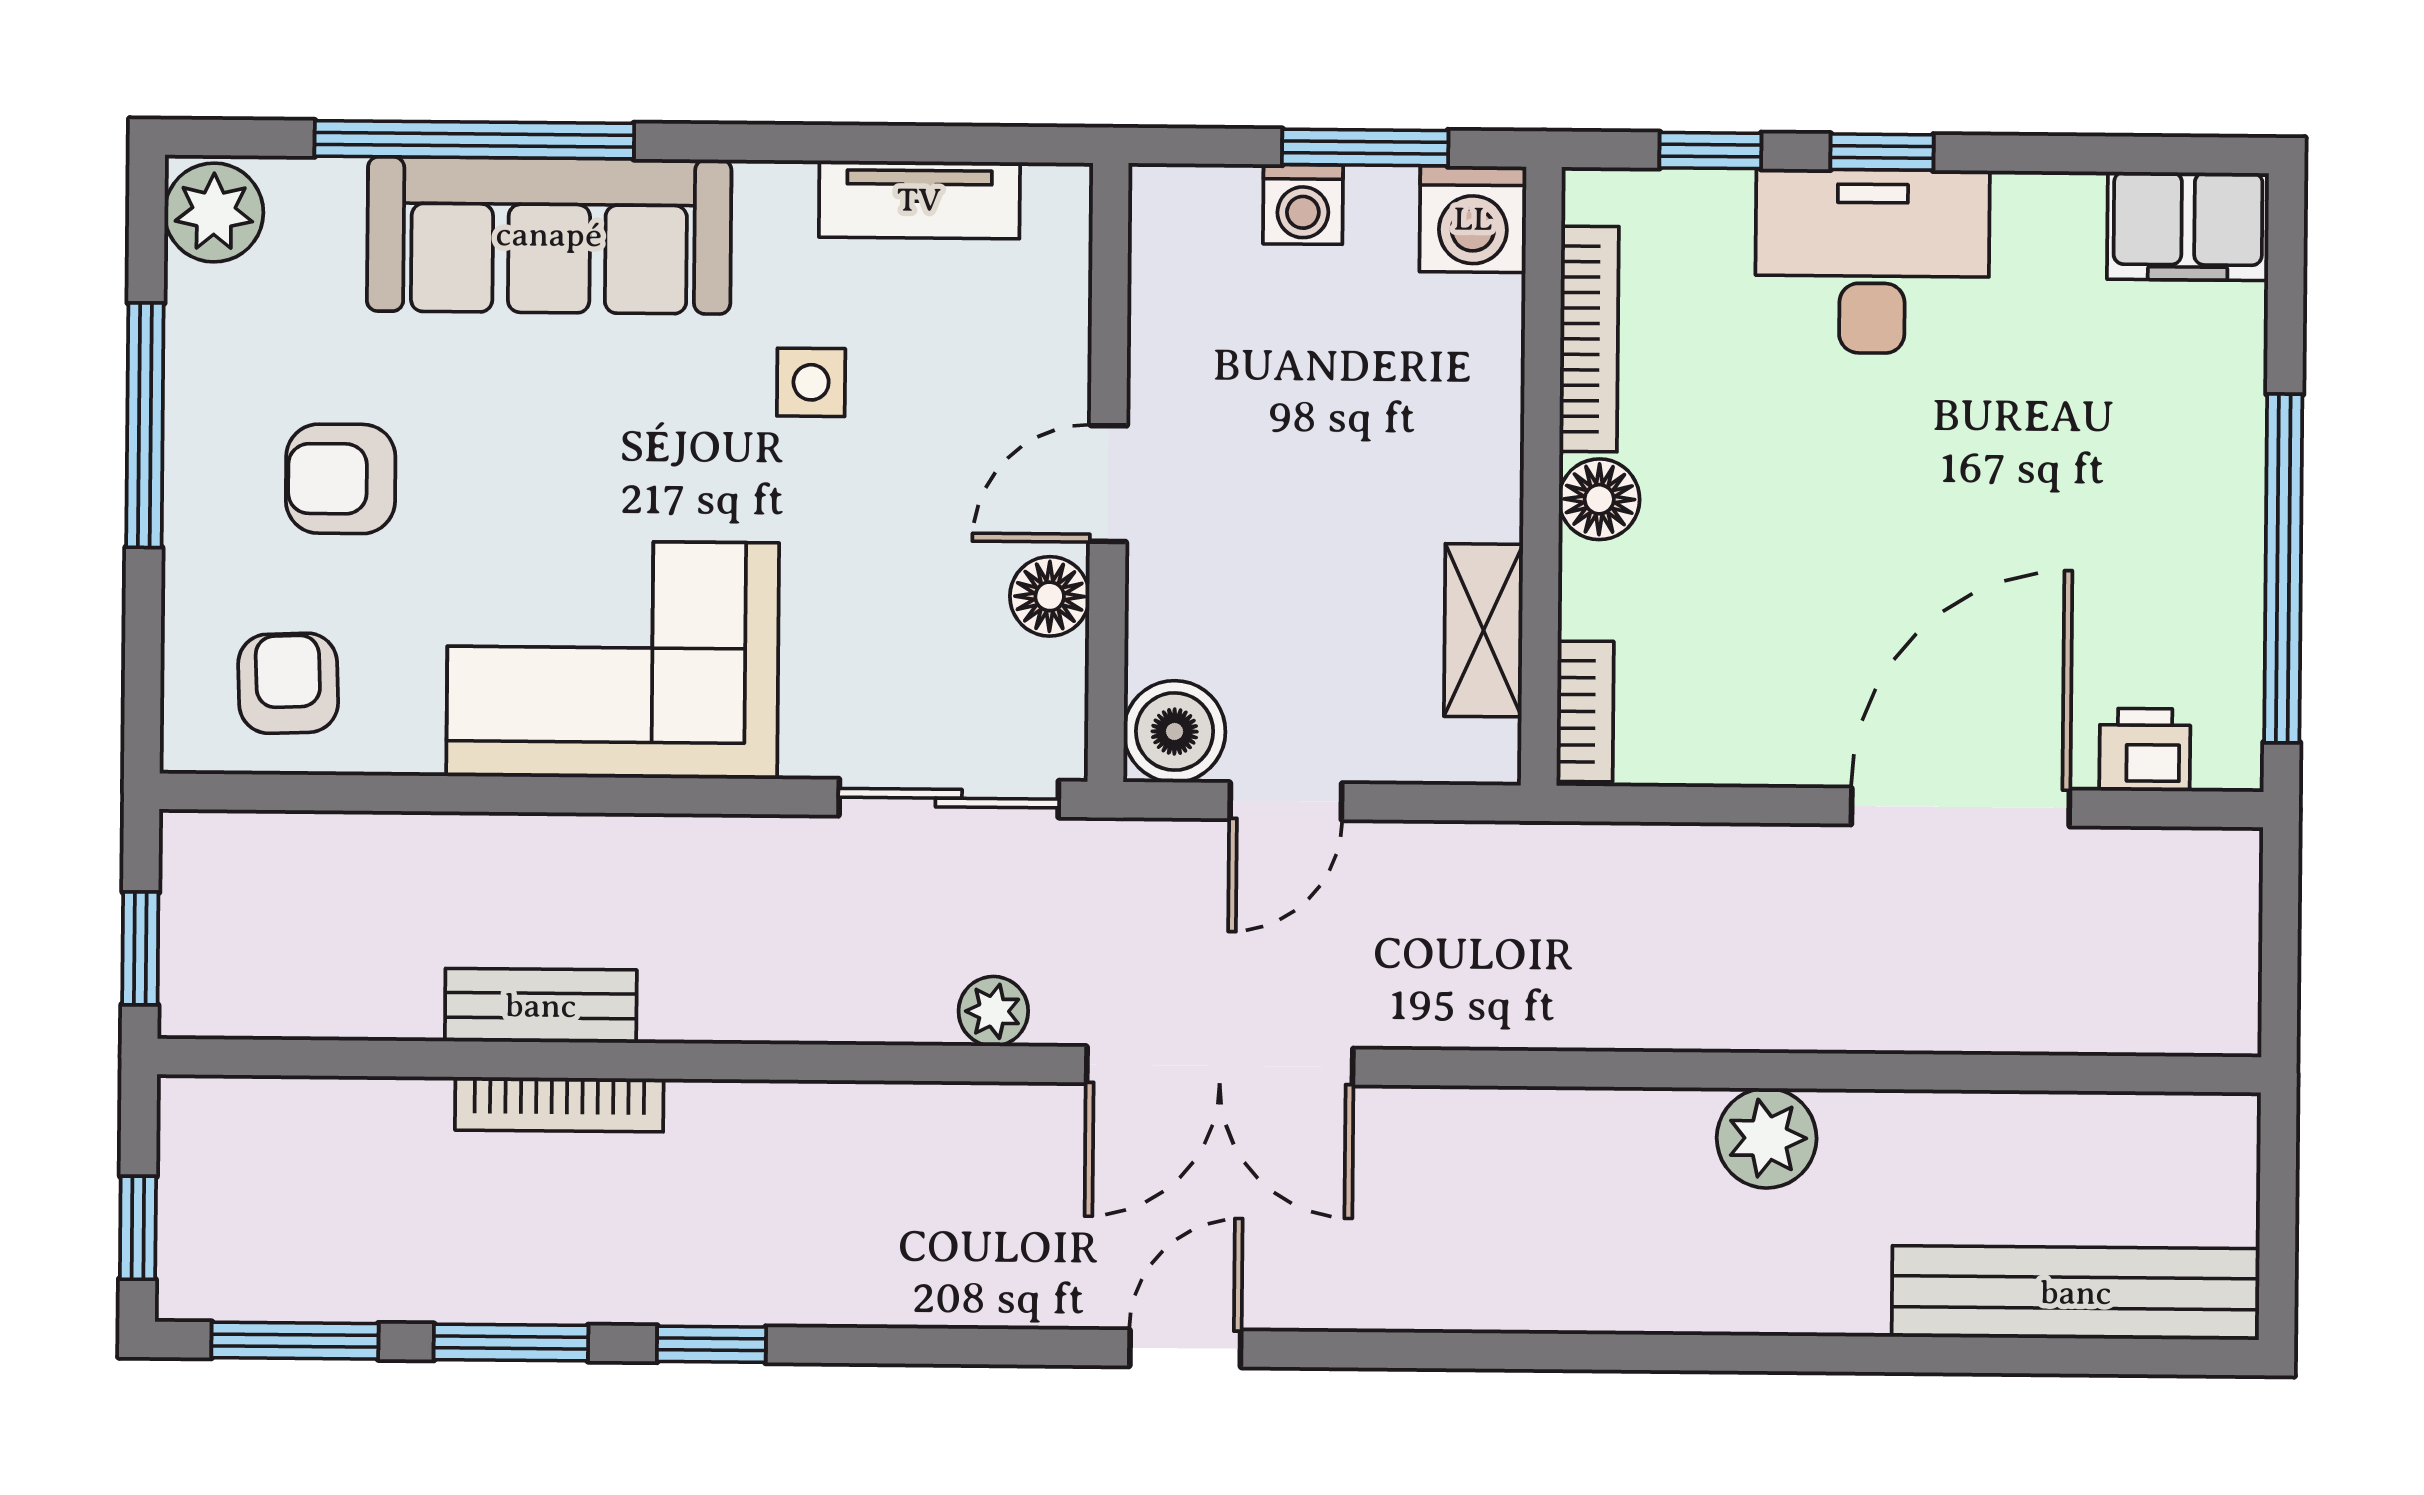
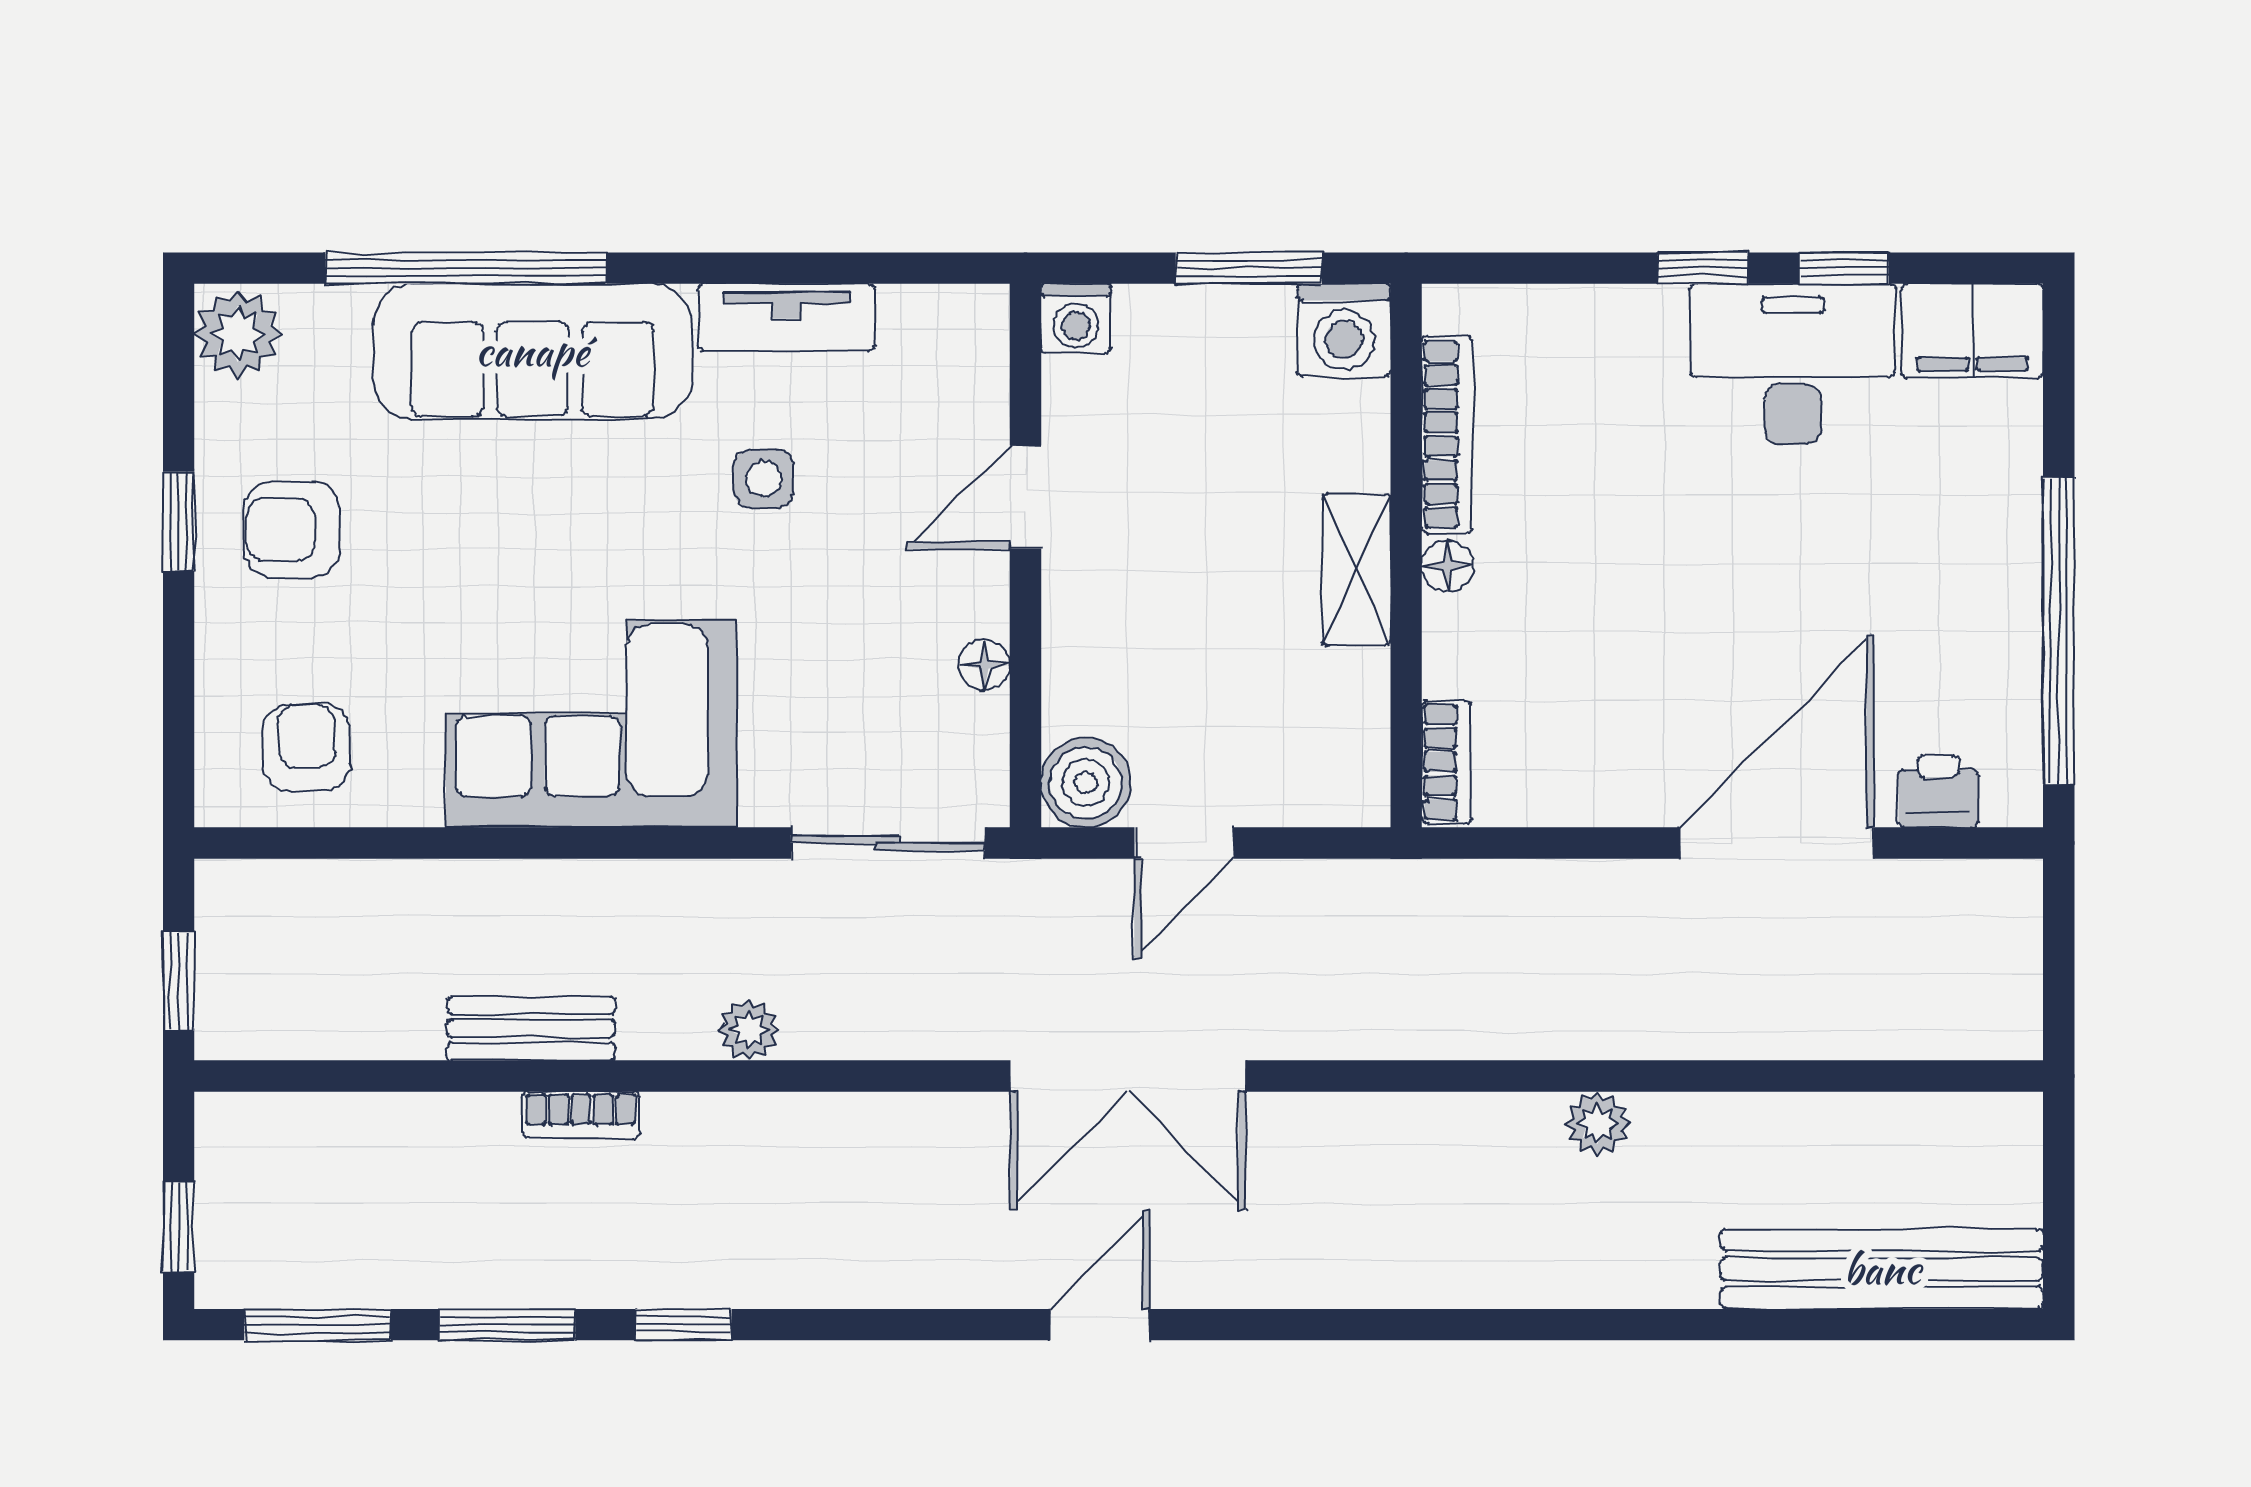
window: (1710, 151) -> (1844, 268), moved
tv unit: (919, 200) -> (787, 317), moved
washing machine: (1303, 204) -> (1076, 319), moved
desk: (1872, 261) -> (1793, 364), moved
window: (145, 425) -> (179, 521), width x0.46
armchair: (341, 479) -> (292, 529), moved
door: (1108, 484) -> (1025, 497), moved
floor lamp: (1599, 499) -> (1448, 566), width x0.73, depth x0.73
floor lamp: (1050, 596) -> (984, 665), width x0.73, depth x0.73
shelving: (1483, 630) -> (1356, 570), moved
plant: (993, 1011) -> (749, 1030), moved
bookcase: (559, 1104) -> (581, 1115), width x0.64
plant: (1767, 1138) -> (1597, 1123), width x0.73, depth x0.73

